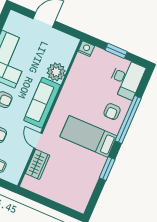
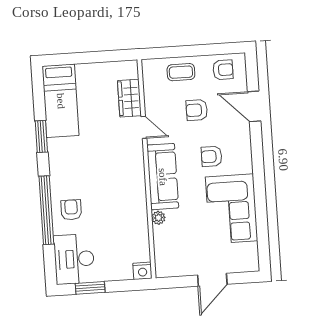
window: (116, 51) -> (90, 288), moved
plant: (56, 72) -> (158, 218), width x0.53, depth x0.53
bed: (88, 136) -> (61, 101), moved, turned 90

